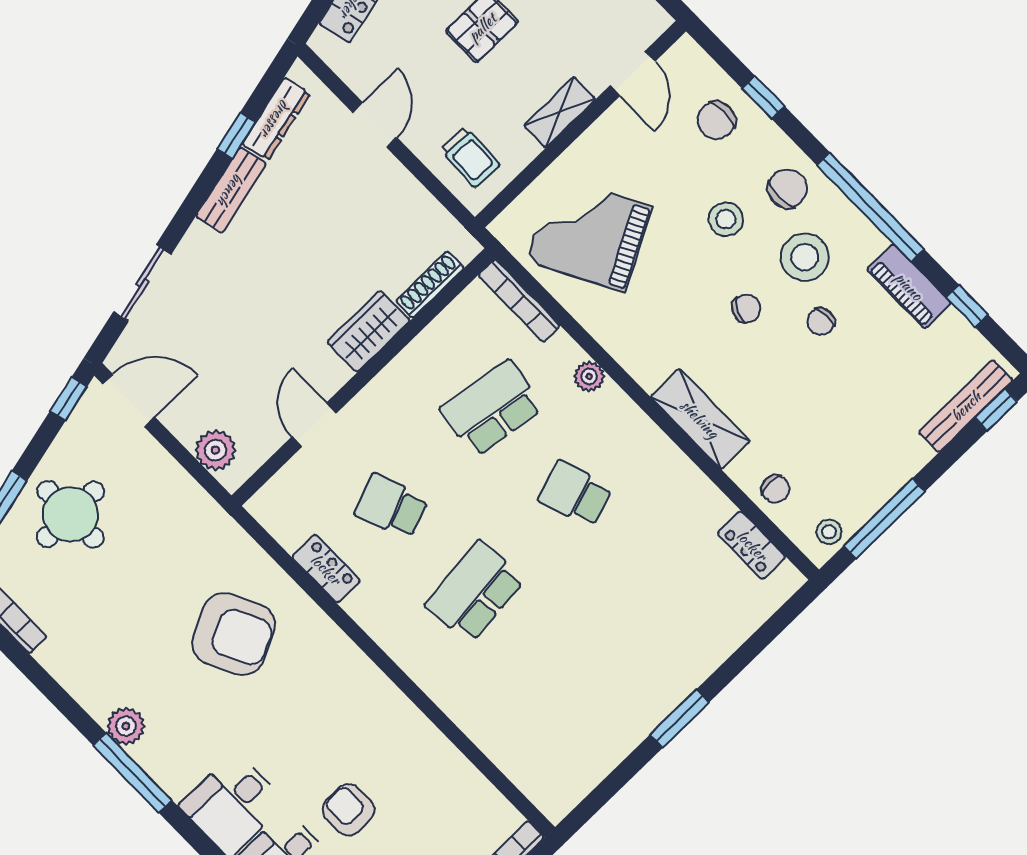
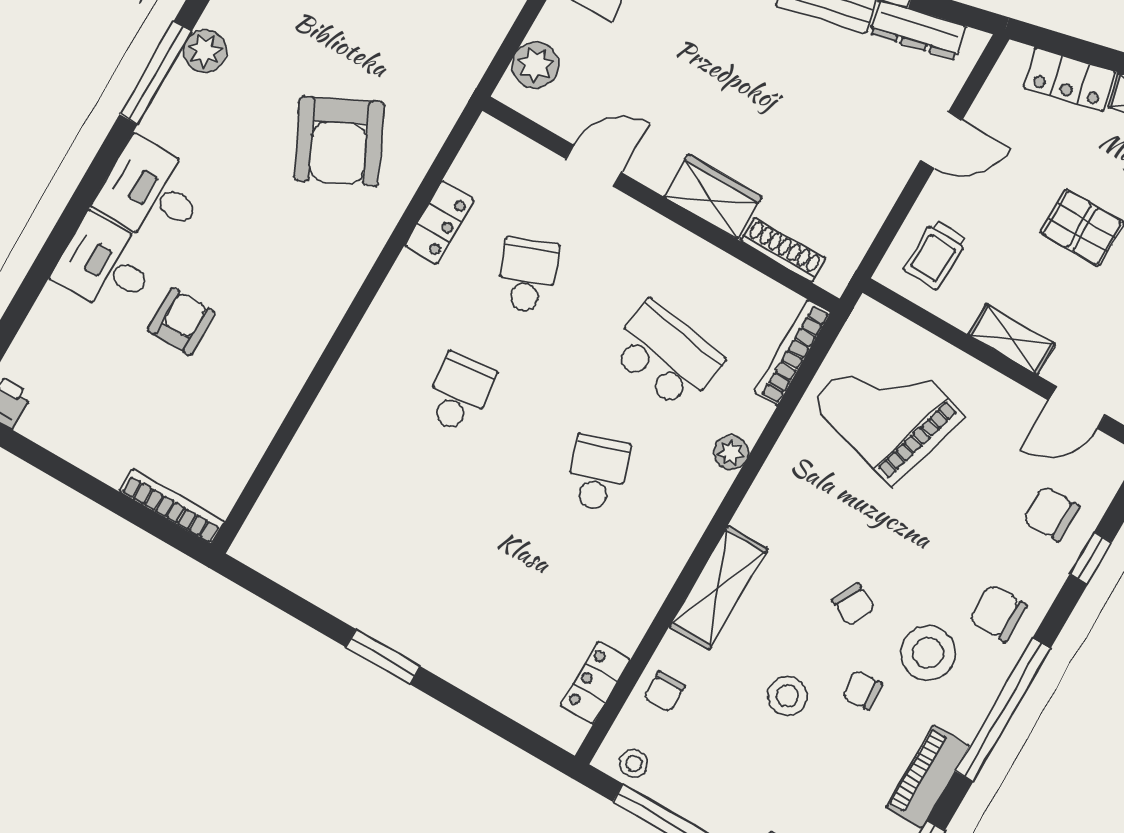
chair: (787, 189) -> (998, 613), turned 180
stool: (726, 219) -> (787, 696), moved
grand piano: (589, 234) -> (887, 409), turned -46
school desk: (475, 592) -> (459, 393), width x0.54

